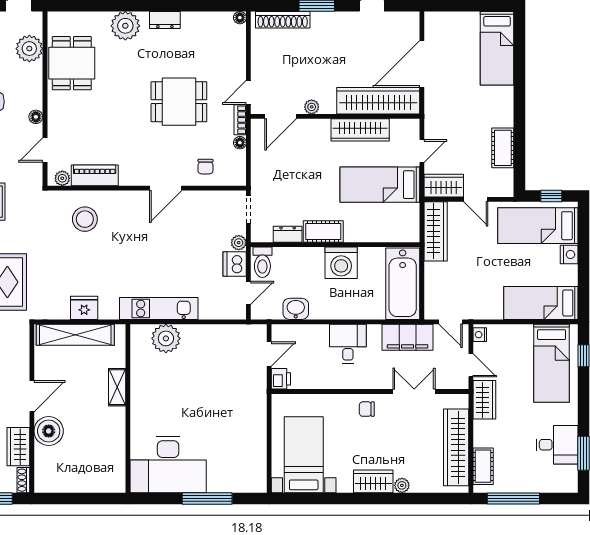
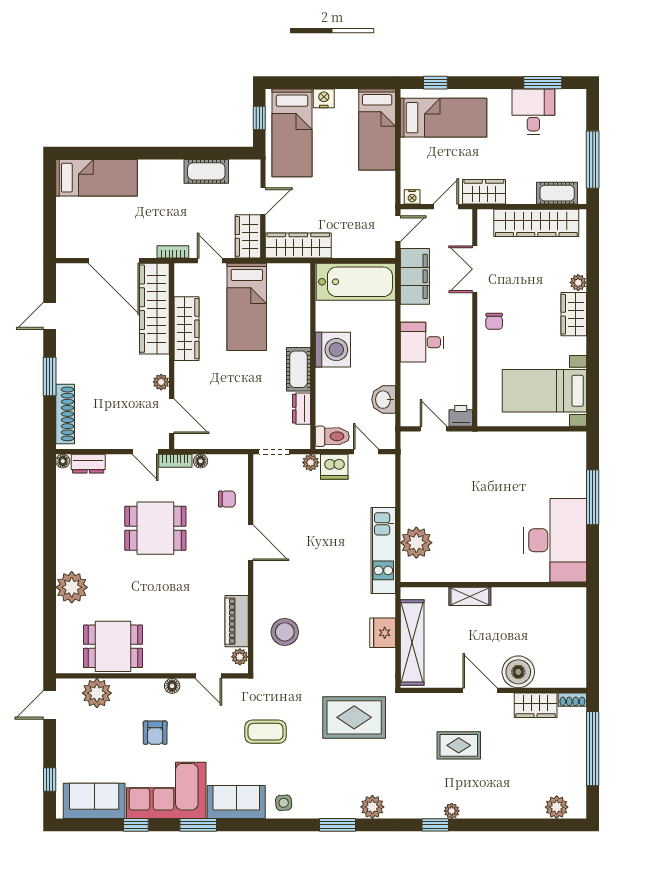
dresser: (165, 20) -> (88, 464), moved, turned 90
dining table: (179, 102) -> (155, 528), turned 90
bookcase: (430, 118) -> (173, 252), added

